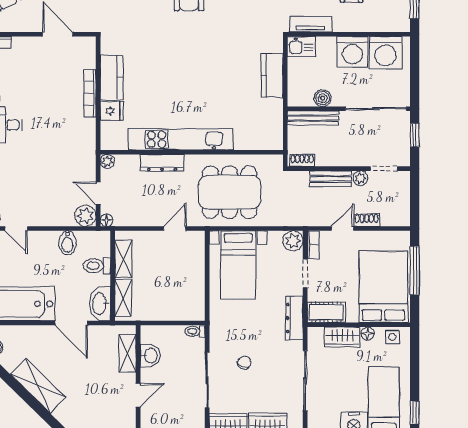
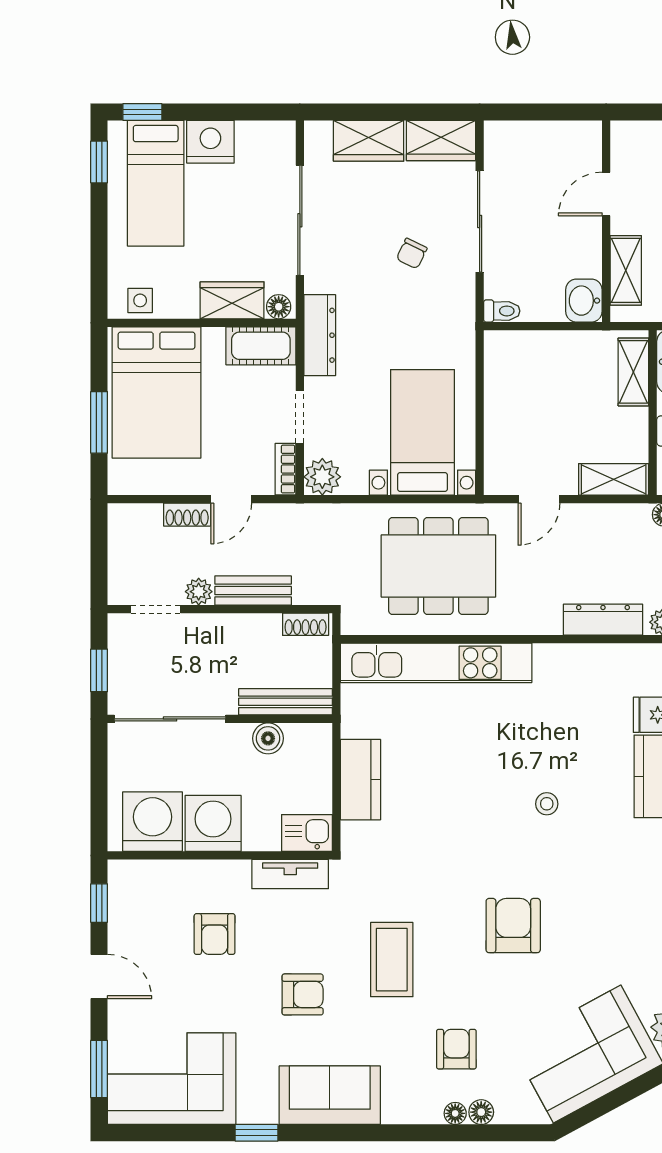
stool: (170, 62) -> (547, 804), added
kitchen unit: (181, 139) -> (436, 663), moved
dresser: (162, 163) -> (603, 620), moved
shelving: (123, 259) -> (614, 479), moved, turned 90
window: (415, 270) -> (99, 422), width x0.69
floor lamp: (368, 334) -> (279, 307), moved
washbasin: (150, 356) -> (584, 301), moved

